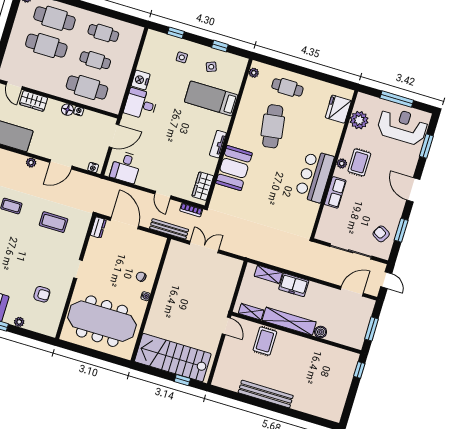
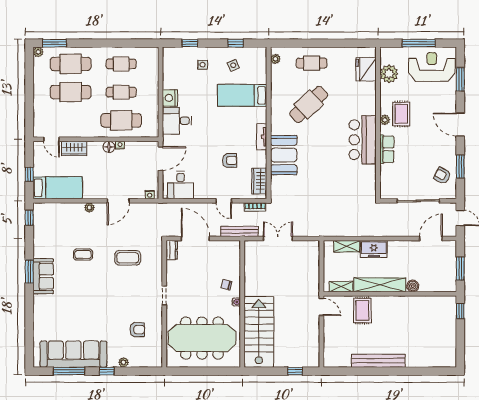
cafe table: (273, 126) -> (309, 104), turned 55
armchair: (180, 158) -> (230, 160), added
stairs: (173, 358) -> (259, 332), moved, turned 90

